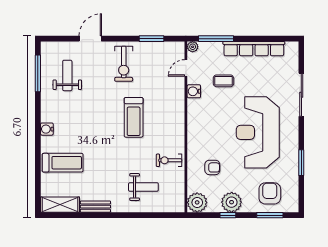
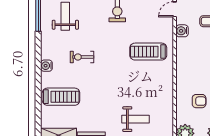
treadmill: (134, 117) -> (148, 52), moved, turned 90
exercise bike: (169, 160) -> (82, 57), moved

